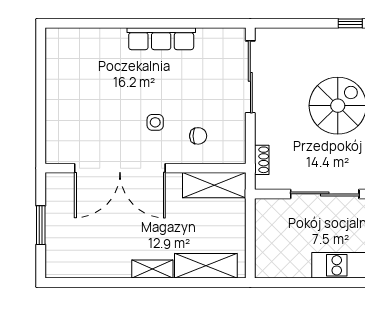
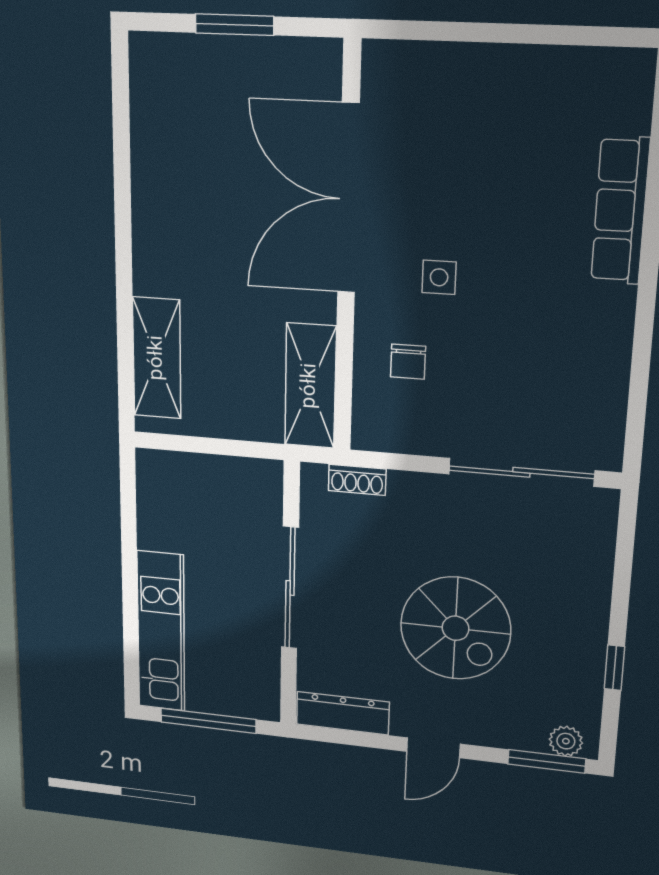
row of seats: (161, 39) -> (620, 211), moved
shelving: (152, 269) -> (149, 254), removed

